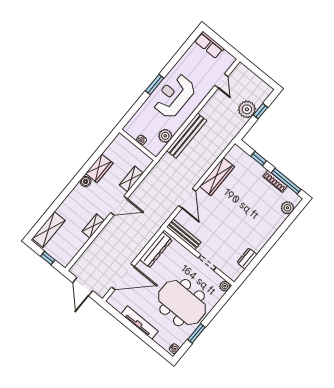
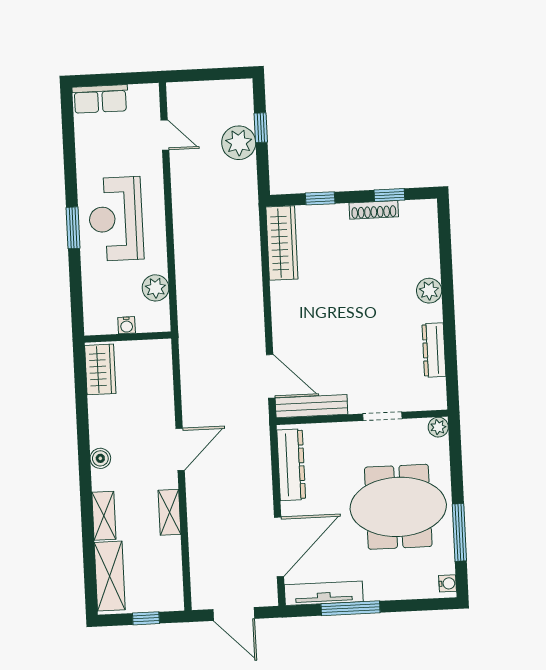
bench: (187, 136) -> (186, 260), removed
wardrobe: (99, 168) -> (100, 369), moved
wardrobe: (217, 177) -> (282, 243), moved
shelving: (131, 179) -> (104, 516), moved
window: (286, 181) -> (389, 195), width x0.46
door: (187, 198) -> (271, 376), moved
plant: (287, 208) -> (429, 291), moved
dresser: (247, 259) -> (434, 350), width x1.44
tv unit: (140, 323) -> (324, 593), moved
window: (129, 325) -> (351, 608), added
window: (196, 333) -> (459, 532), width x1.44

